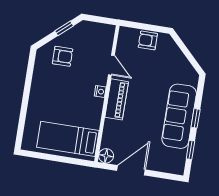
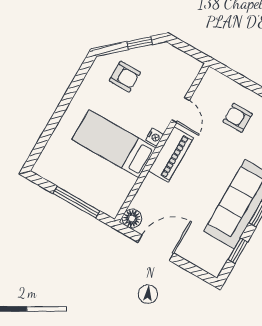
armchair: (148, 40) -> (238, 118), moved
bed: (68, 139) -> (114, 144), moved
window: (62, 159) -> (77, 202), added

